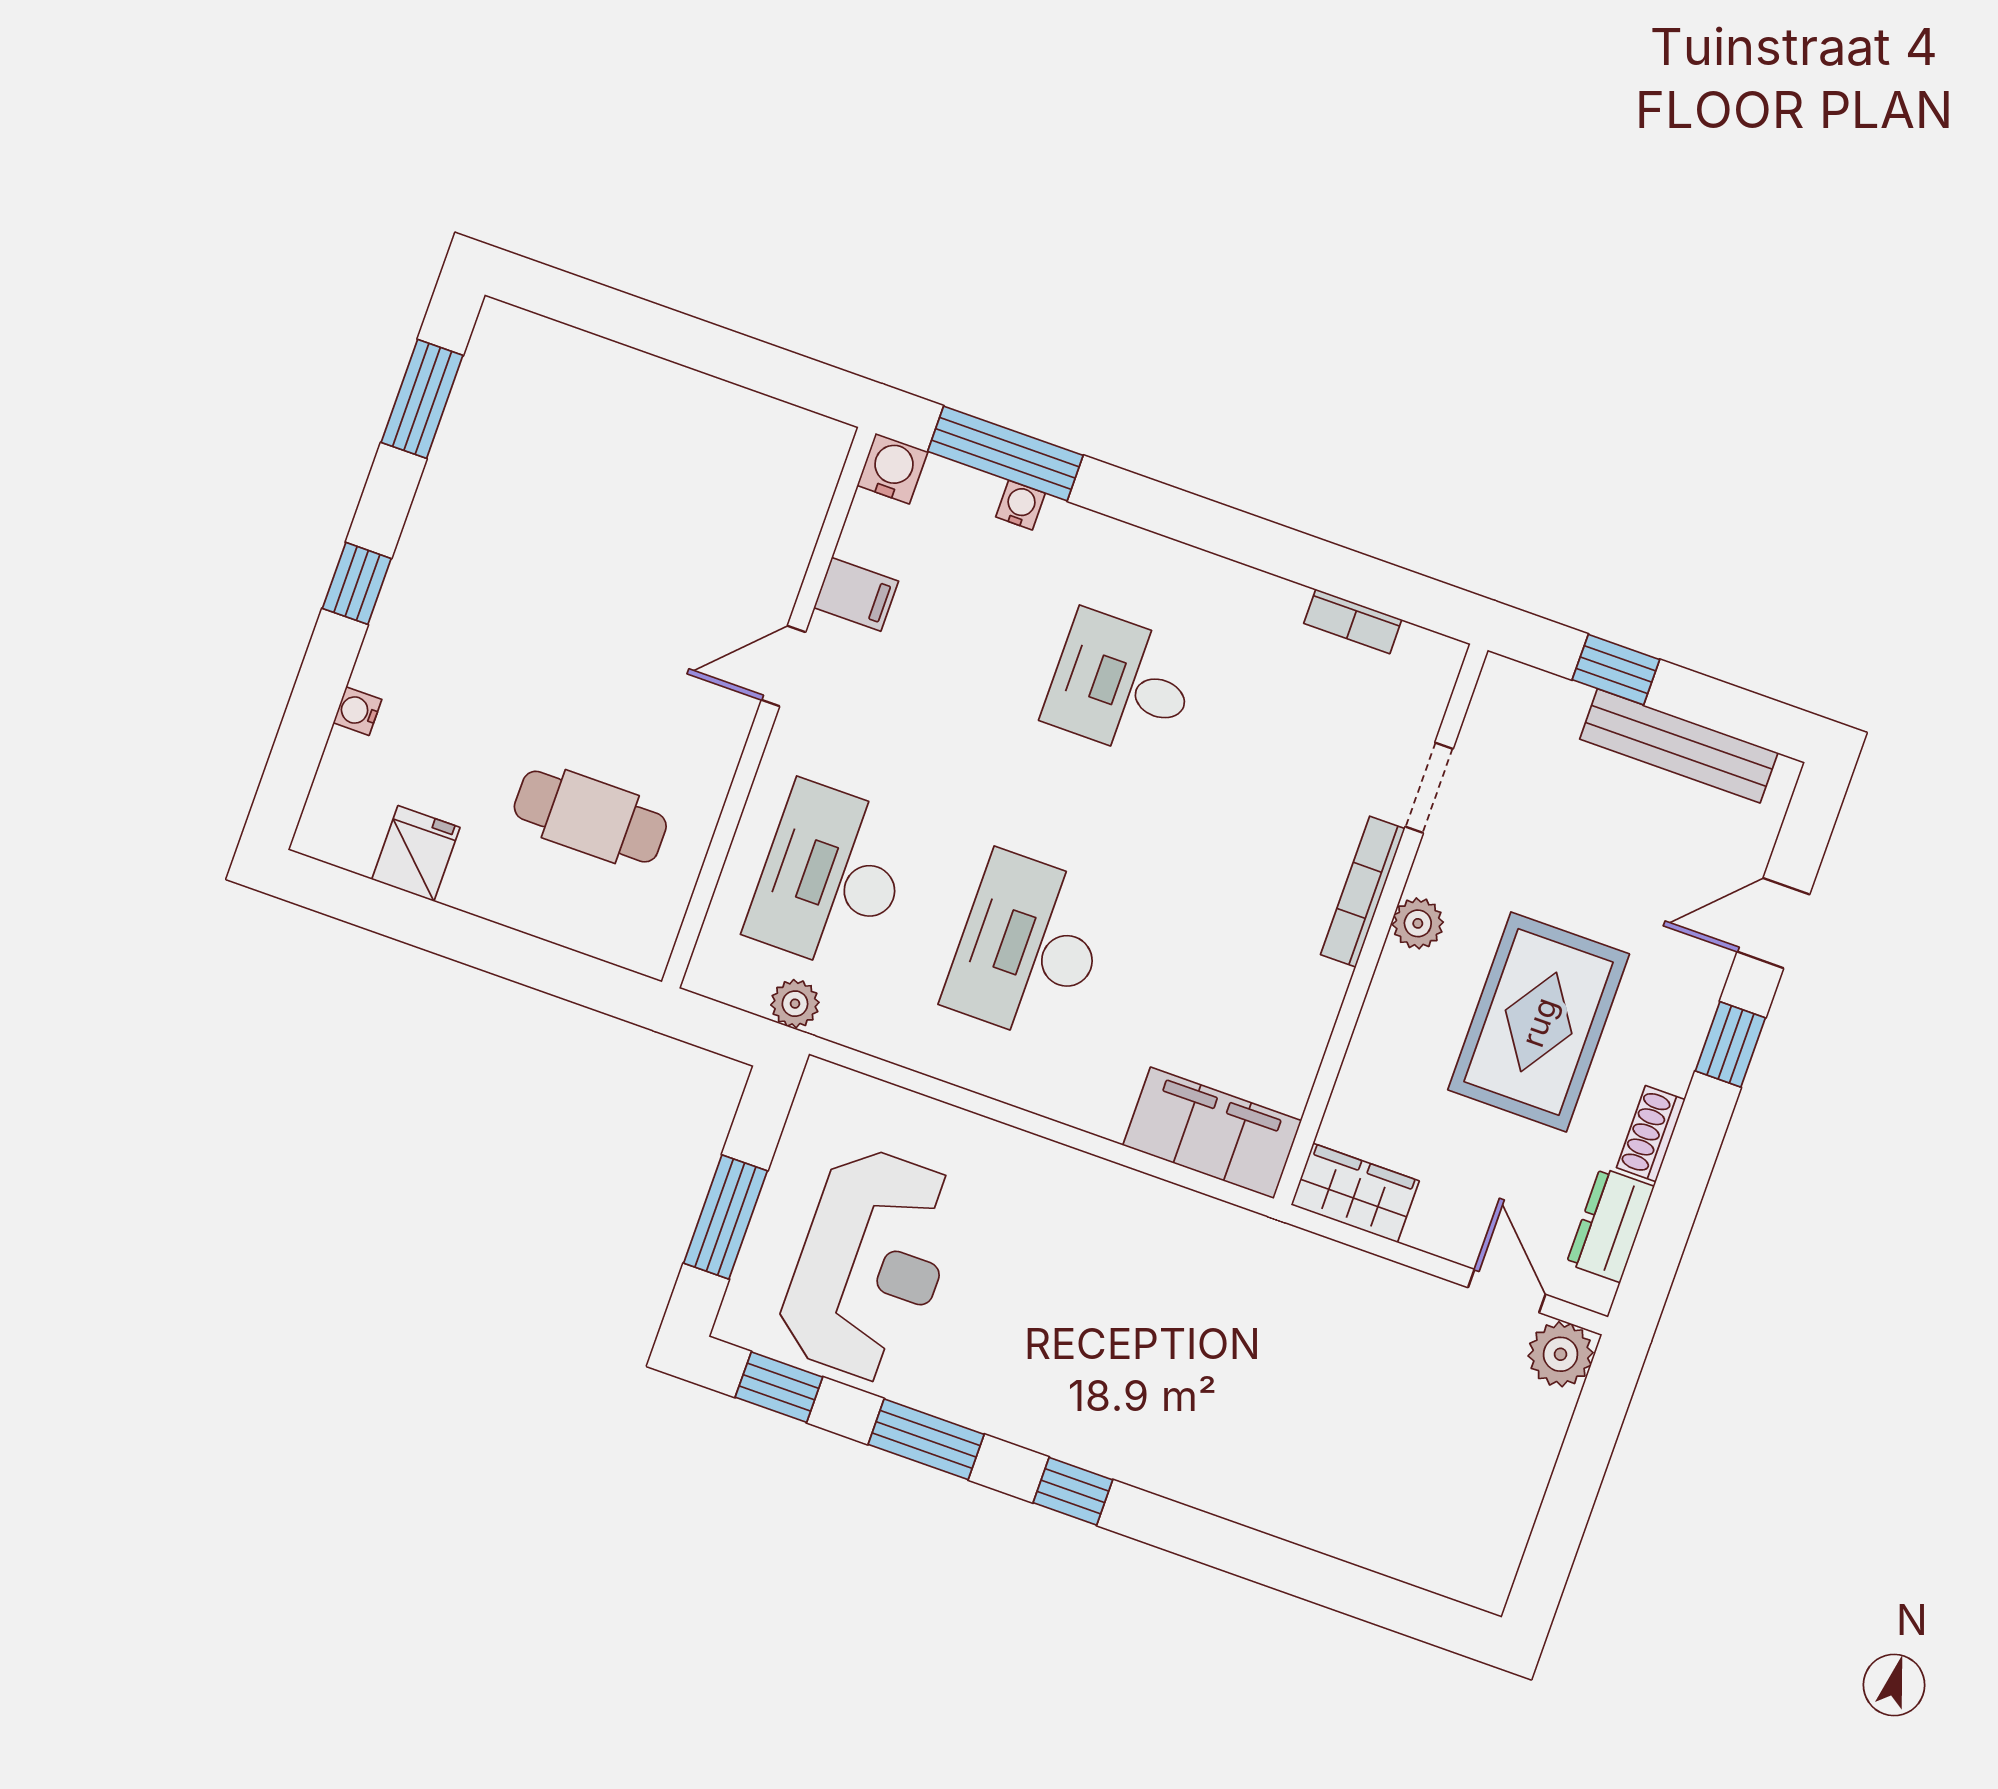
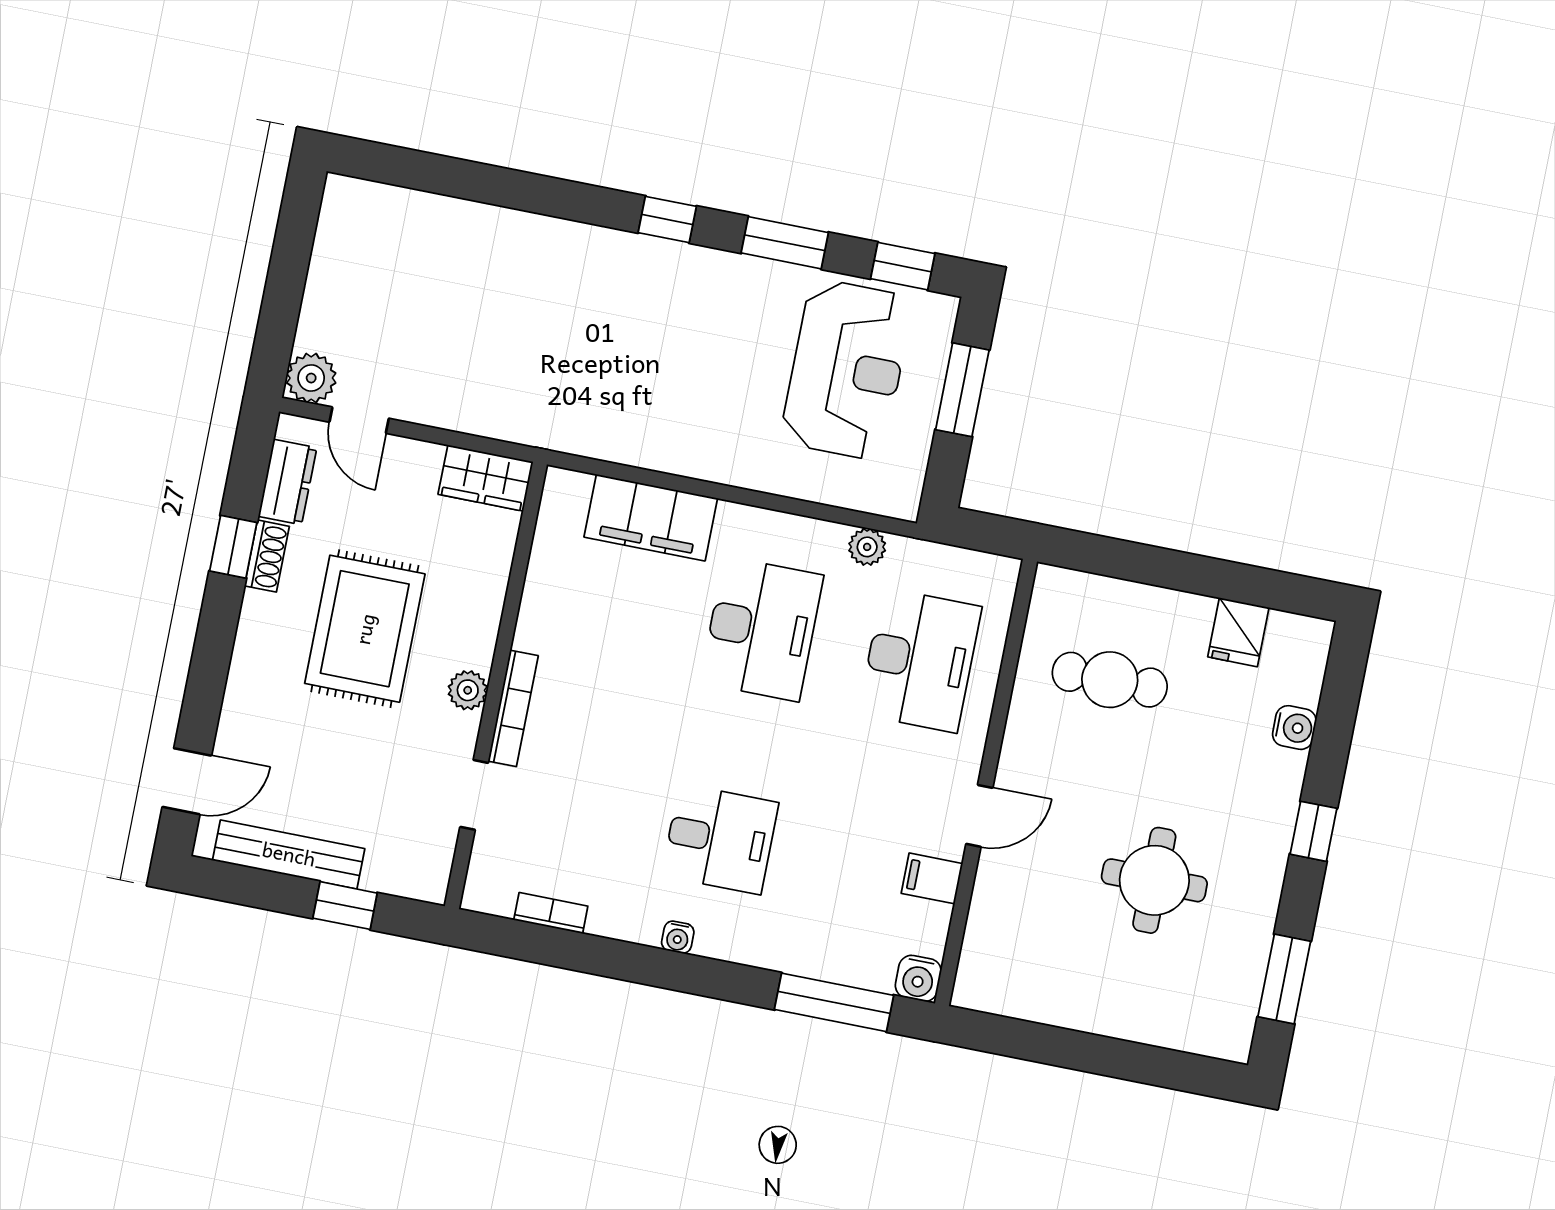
water cooler: (1020, 505) -> (678, 937), moved
round table: (571, 550) -> (1154, 880), added
water cooler: (357, 711) -> (1294, 728), width x1.38, depth x1.38
door: (1773, 923) -> (187, 781), moved
plant: (795, 1004) -> (867, 547), moved
window: (1730, 1044) -> (233, 547), moved
filing cabinet: (1212, 1133) -> (651, 518), moved
reception desk: (870, 1265) -> (847, 370), turned 180

